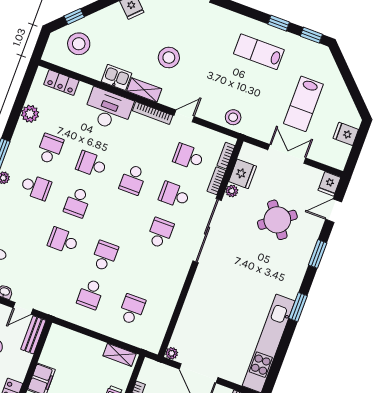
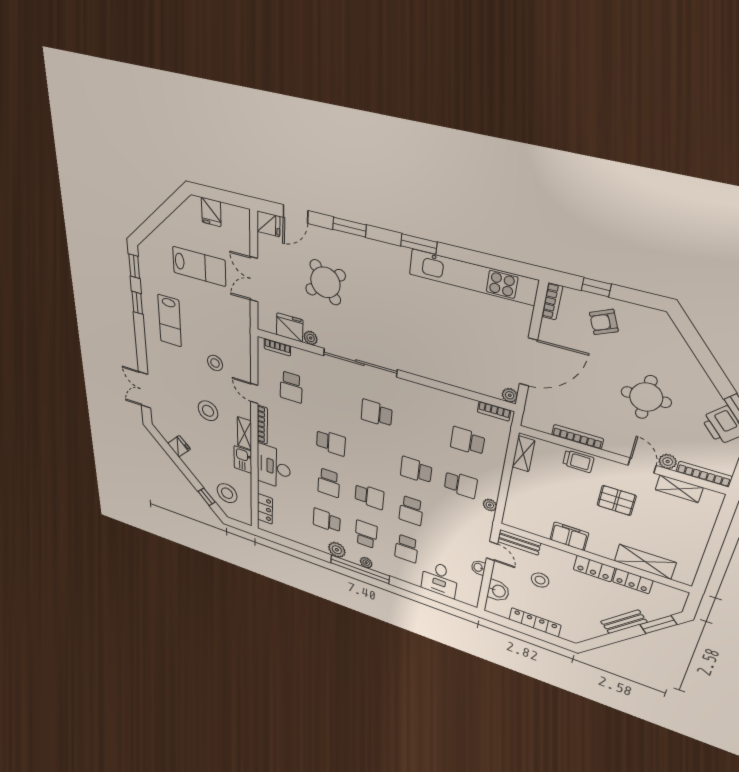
plant: (30, 114) -> (337, 550), moved
stool: (233, 117) -> (215, 363), moved
bookcase: (216, 181) -> (494, 411), moved
school desk: (174, 195) -> (407, 549), moved
door: (334, 211) -> (296, 214), hinge flipped
plant: (70, 316) -> (490, 505), added

